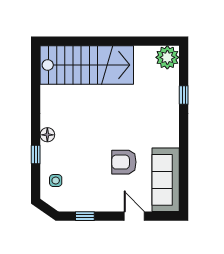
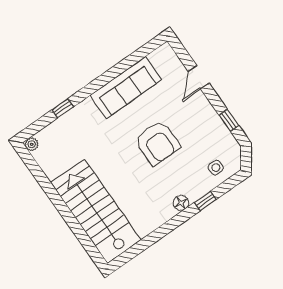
plant: (167, 57) -> (32, 144), width x0.53, depth x0.53
armchair: (124, 162) -> (157, 143), moved, width x1.36, depth x1.36
sofa: (166, 180) -> (126, 88), moved

